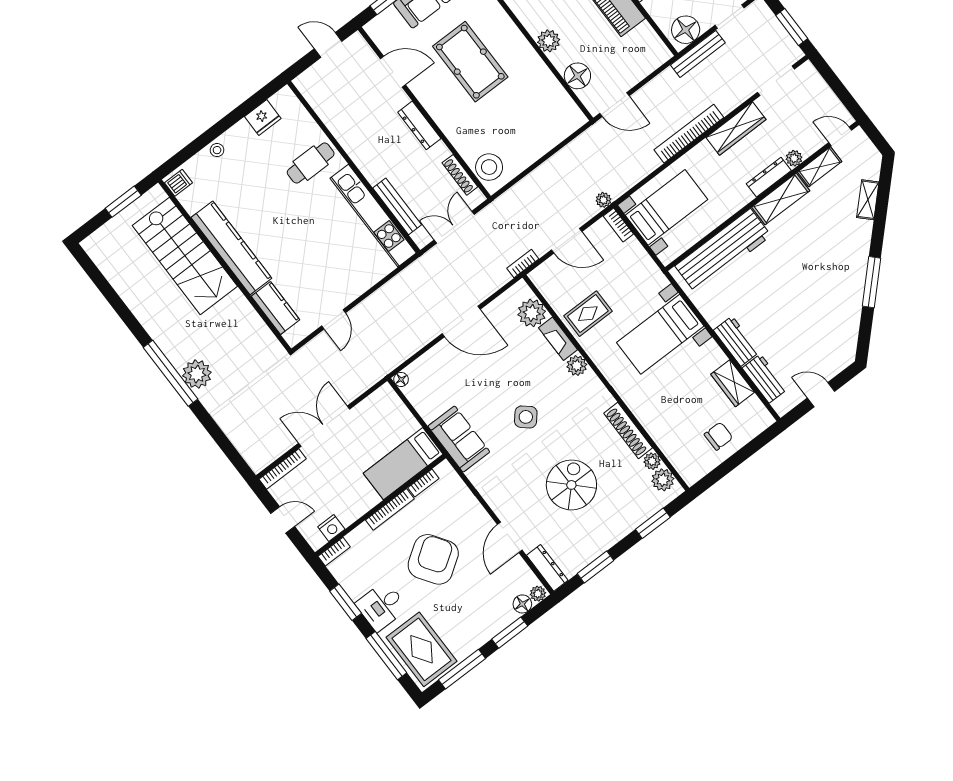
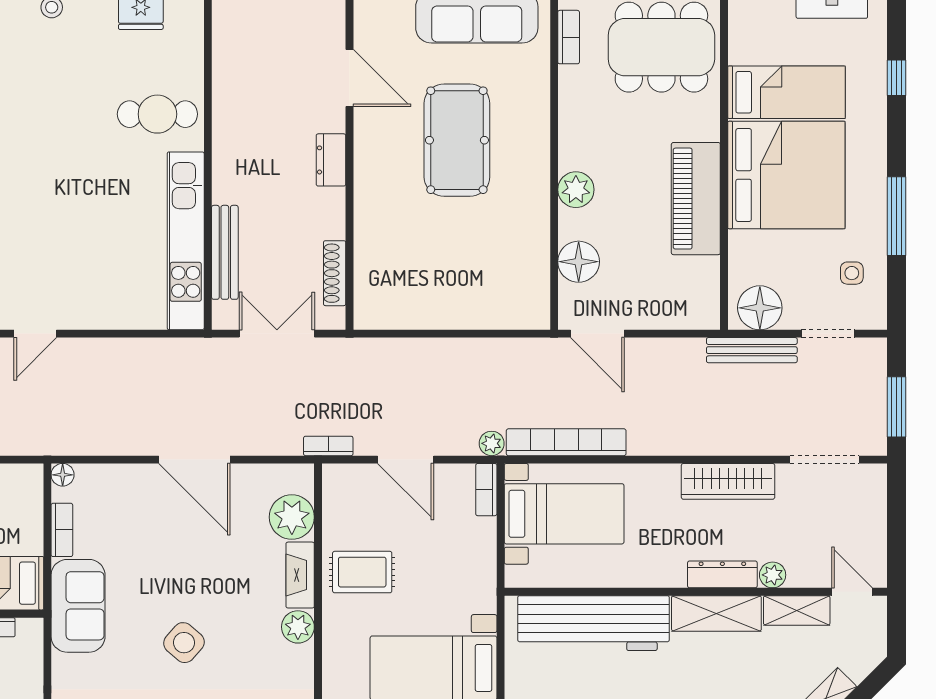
dresser: (419, 125) -> (331, 160), width x0.70
bookcase: (689, 134) -> (566, 442), moved
stool: (489, 167) -> (379, 291), removed
bookcase: (422, 407) -> (62, 530), added

